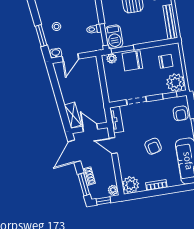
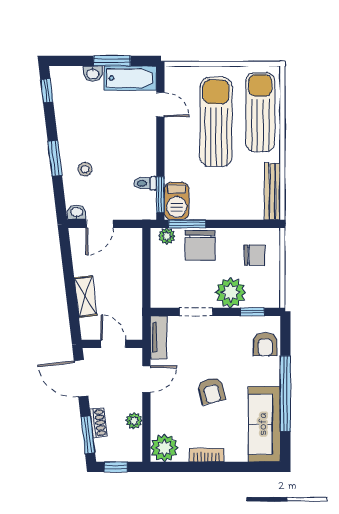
window: (41, 36) -> (55, 158), moved
chair: (132, 61) -> (200, 245), turned -90
plant: (176, 83) -> (231, 293), moved
shelving: (73, 115) -> (86, 297), moved
door: (113, 146) -> (146, 379), swing flipped
door: (74, 151) -> (81, 378), hinge flipped
plant: (113, 190) -> (134, 421), moved

